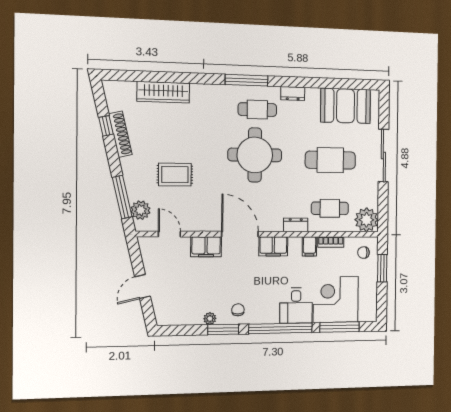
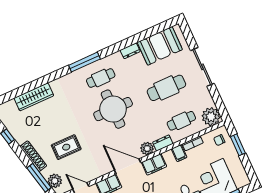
dresser: (293, 94) -> (130, 51), moved
shoe rack: (120, 134) -> (33, 156), moved
plant: (274, 223) -> (147, 149), added

